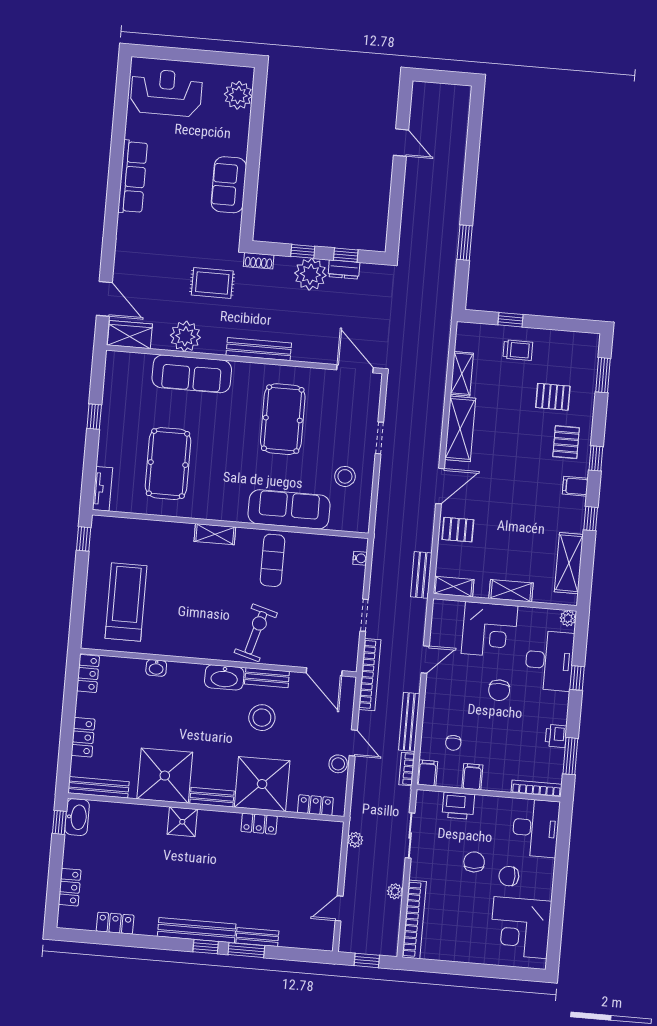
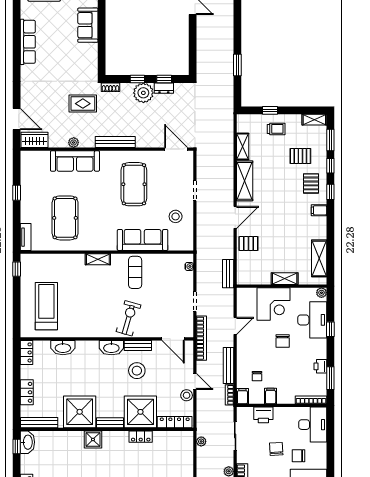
sofa: (229, 185) -> (88, 25), moved
plant: (185, 336) -> (74, 143), width x0.53, depth x0.53
window: (591, 519) -> (330, 166), moved
shelving: (454, 587) -> (314, 120), moved
washbasin: (156, 668) -> (63, 348), width x1.91, depth x1.45
locker: (315, 805) -> (175, 422), width x1.53

